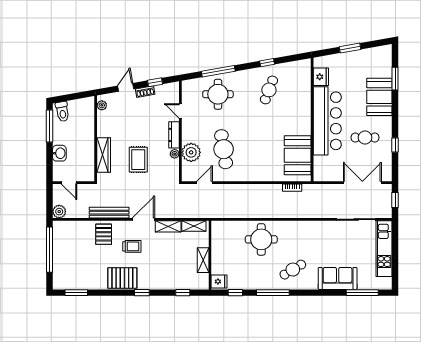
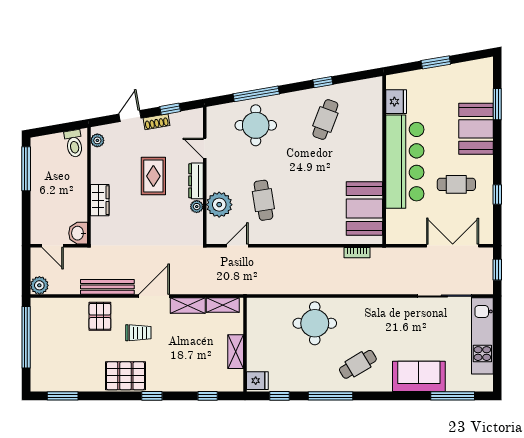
toilet: (62, 112) -> (74, 144), moved
cafe table: (224, 149) -> (263, 200), width x0.73, depth x0.74
washbasin: (59, 153) -> (78, 233), moved, turned 180
wardrobe: (104, 155) -> (100, 200), width x0.67
rug: (138, 160) -> (153, 176), moved

